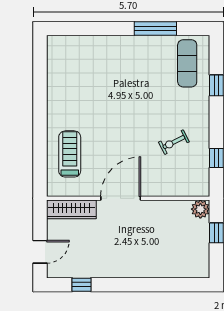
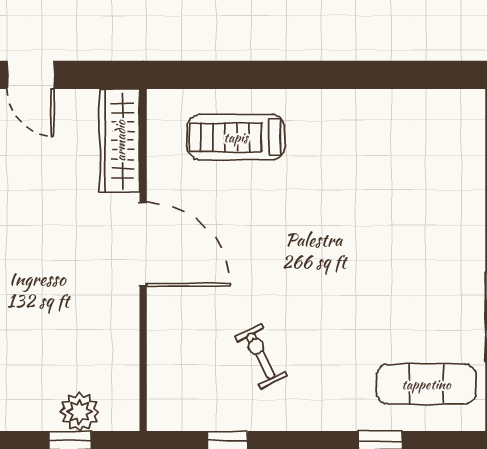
treadmill: (70, 154) -> (236, 137), turned 180
plant: (200, 209) -> (80, 412), moved

